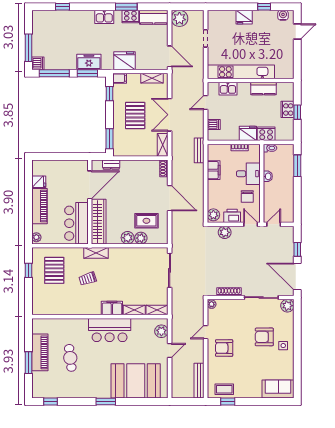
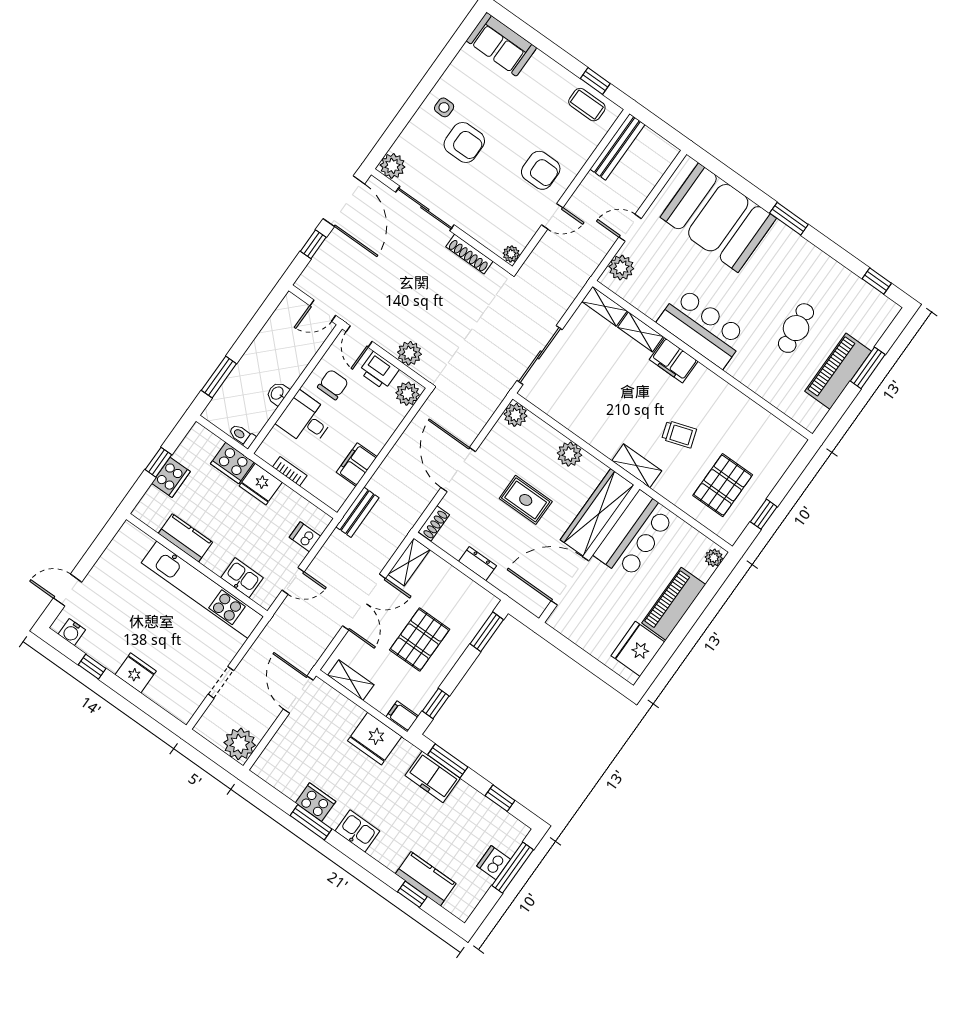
kitchen counter: (154, 17) -> (426, 879), moved
dishwasher: (38, 63) -> (494, 863), moved
window: (54, 73) -> (500, 798), width x0.46
dresser: (111, 165) -> (478, 564), moved
fridge: (39, 182) -> (638, 649), width x1.88, depth x1.34
rug: (146, 221) -> (526, 500), moved
plant: (141, 238) -> (515, 415), moved

